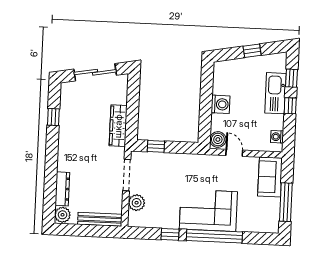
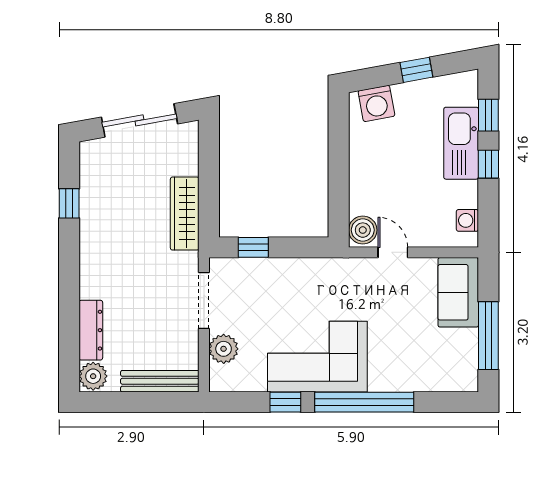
washing machine: (220, 104) -> (376, 103), moved, turned 80
corner sofa: (208, 210) -> (317, 357), moved

